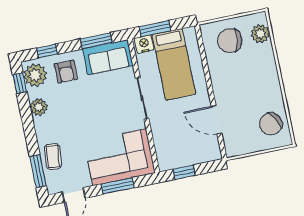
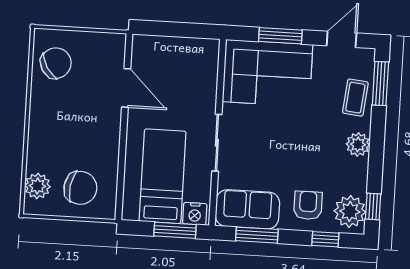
plant: (39, 107) -> (358, 144), moved
window: (184, 172) -> (188, 30), removed

